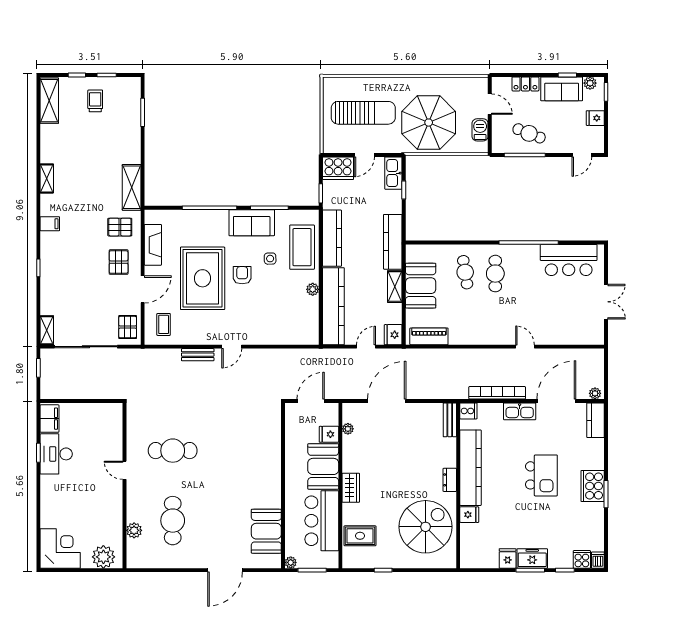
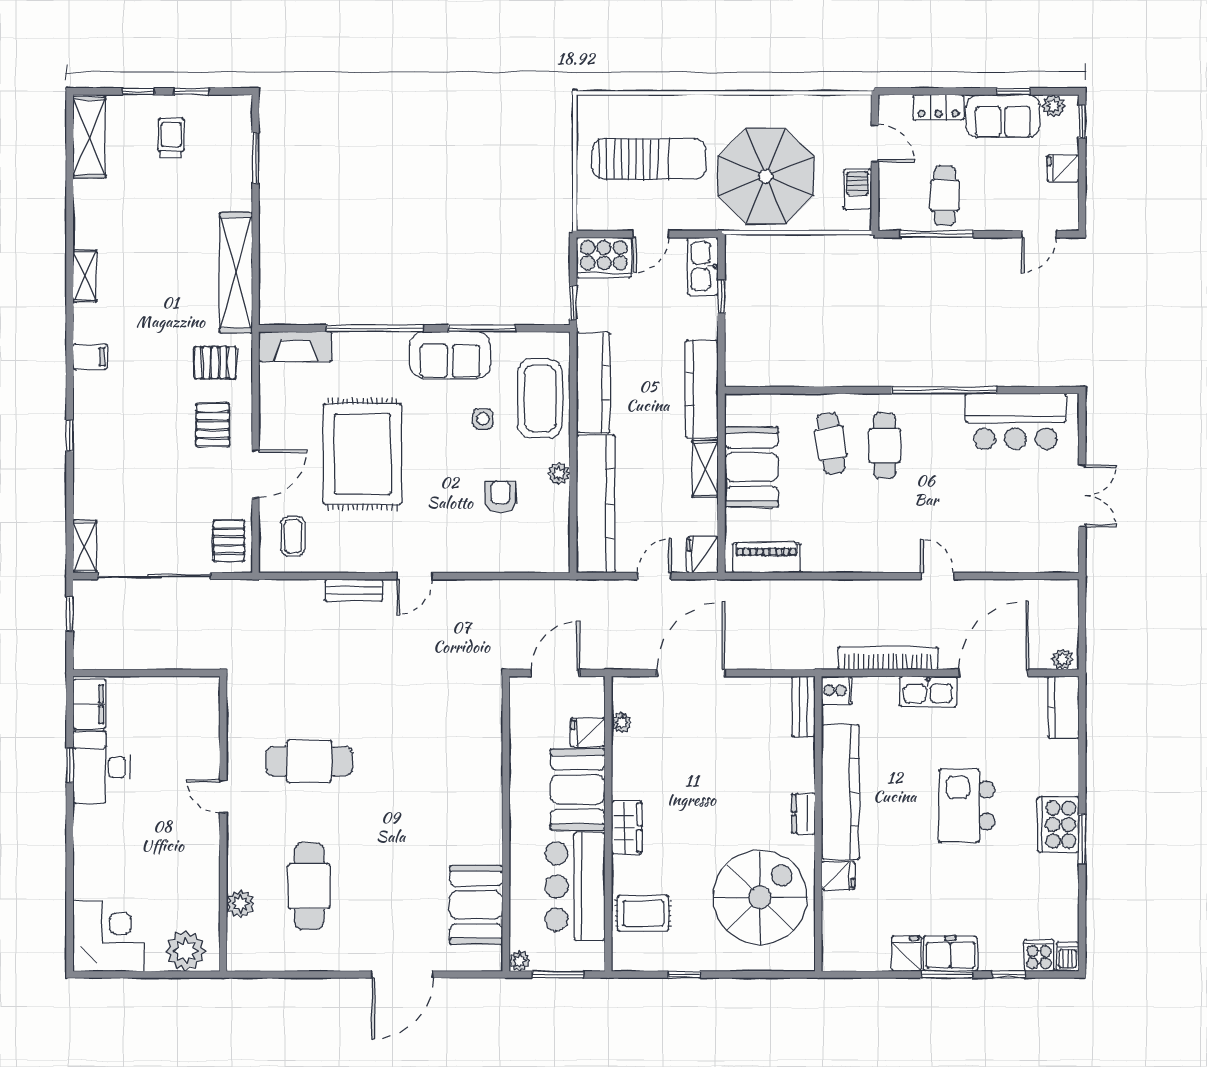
cafe table: (529, 133) -> (945, 195), turned 69
shelving: (132, 187) -> (236, 273), width x1.47
fireplace: (153, 245) -> (295, 347), moved, turned 90
armchair: (242, 275) -> (500, 497), moved
kitchen island: (541, 475) -> (967, 806), turned 180

